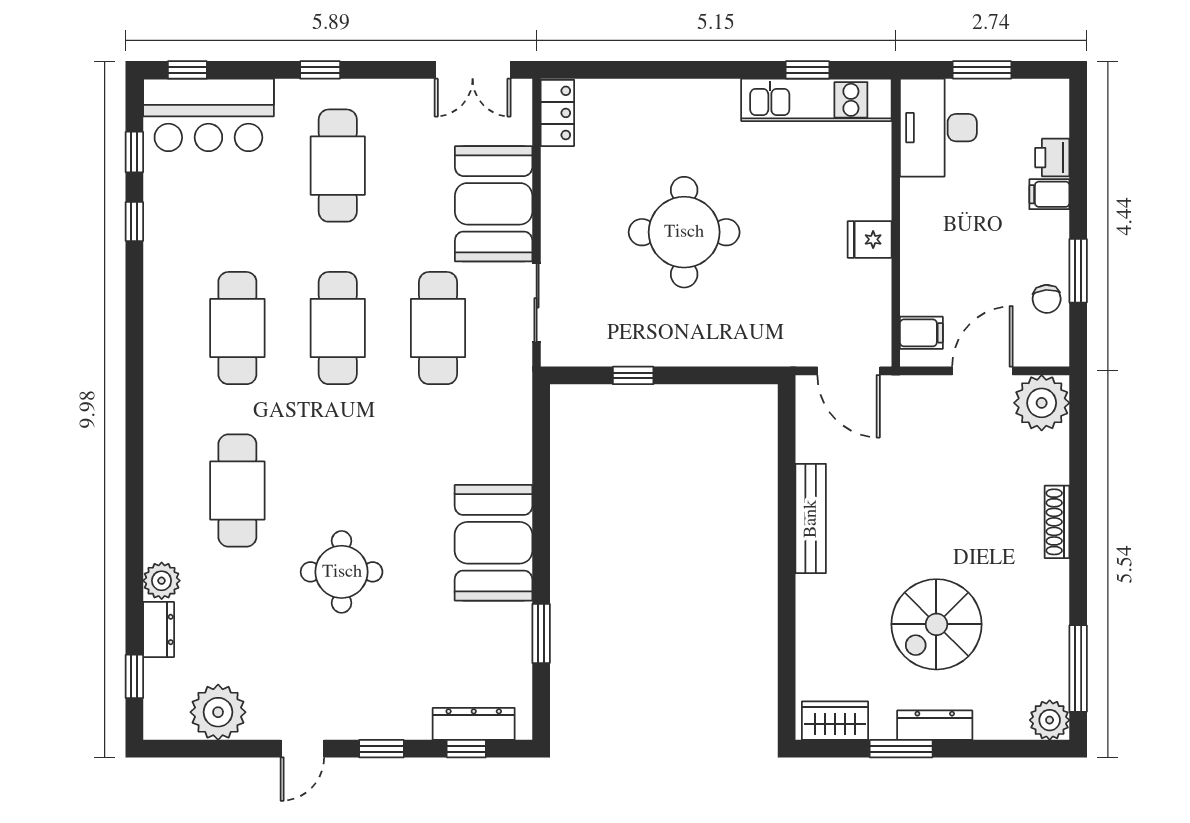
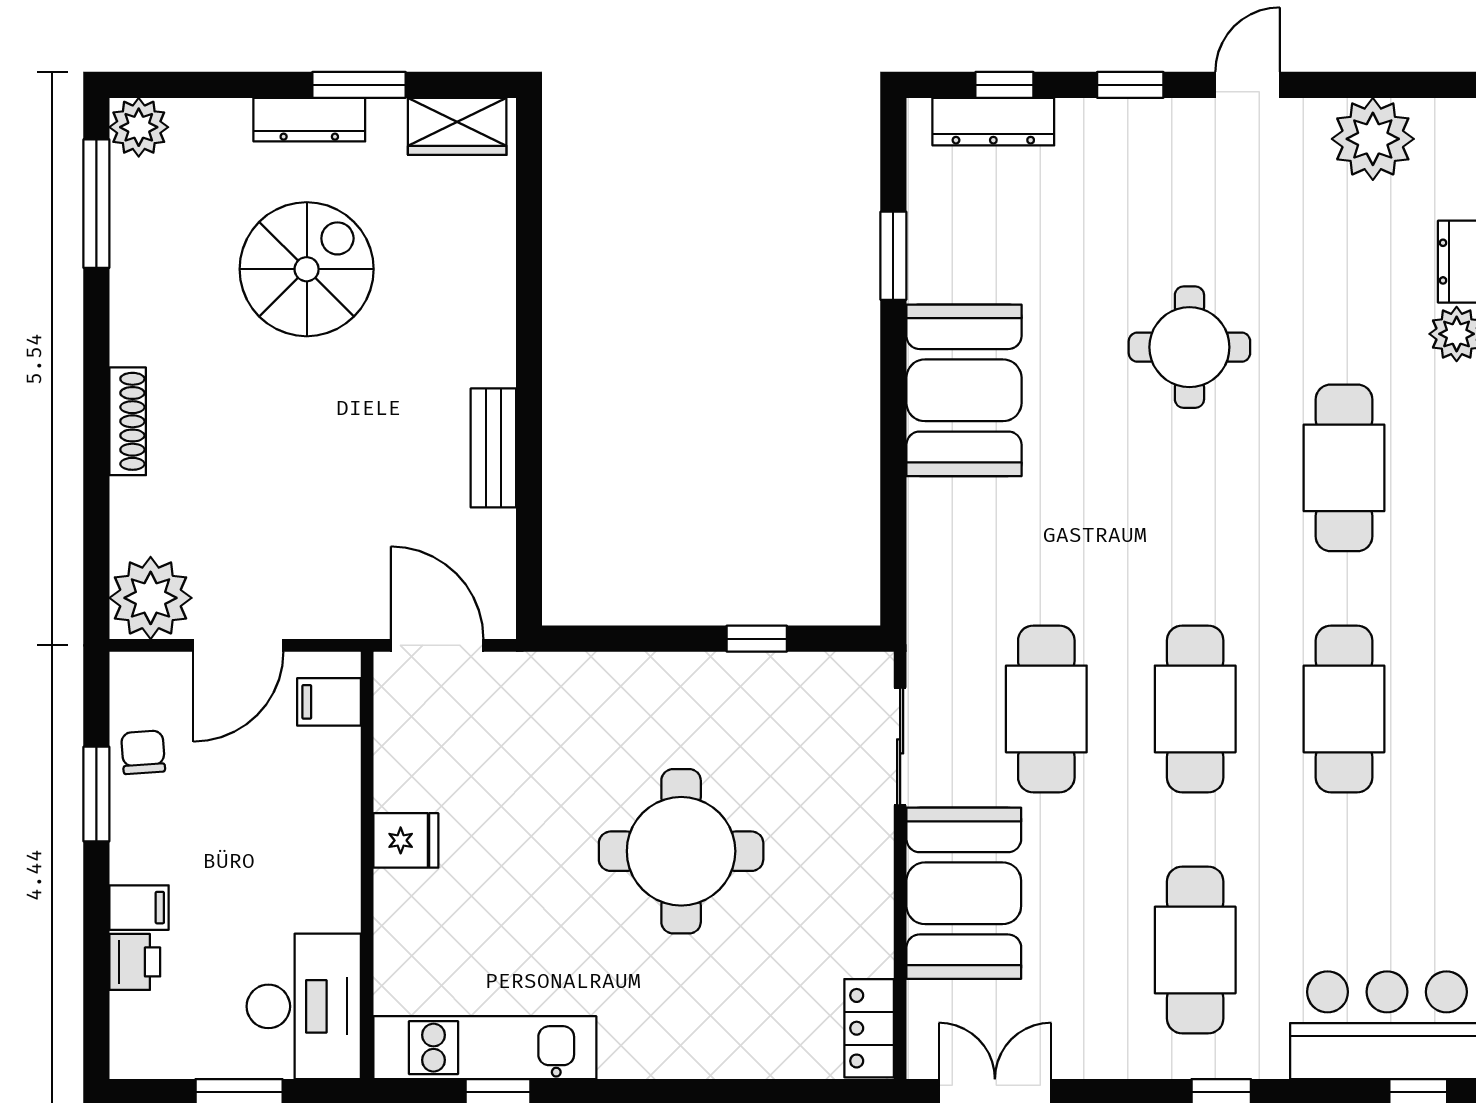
bench: (811, 519) -> (493, 448), width x0.73

